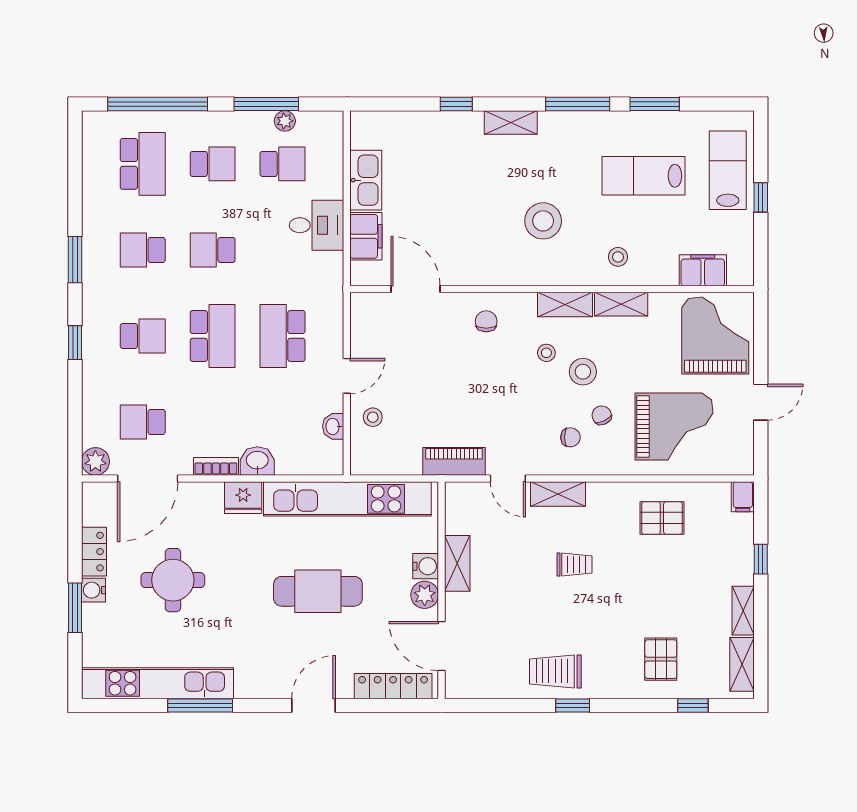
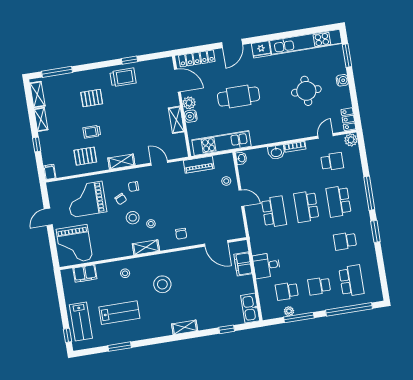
window: (456, 104) -> (227, 329), moved
window: (578, 104) -> (155, 341), removed
school desk: (143, 164) -> (351, 281), turned 180
kitchen sink: (366, 180) -> (250, 308), moved
window: (761, 197) -> (68, 335), moved
school desk: (143, 250) -> (345, 241), turned 180
school desk: (213, 250) -> (313, 246), removed
shelving: (621, 304) -> (120, 252), removed
school desk: (143, 336) -> (339, 201), width x1.85
window: (75, 343) -> (369, 193), width x2.17
door: (347, 376) -> (241, 198), swing flipped
washbasin: (333, 426) -> (241, 158), moved
piano: (454, 461) -> (199, 165), moved
door: (148, 478) -> (326, 136), width x0.53
shelving: (558, 494) -> (121, 162), moved
fridge: (243, 498) -> (261, 49), moved, turned 180
kitchen unit: (347, 499) -> (222, 143), width x0.73
locker: (94, 552) -> (348, 119), moved
trolley: (574, 564) -> (92, 132), moved
window: (75, 608) -> (347, 56), moved
pallet: (661, 659) -> (92, 98), moved, turned 90
window: (200, 706) -> (284, 35), removed
window: (573, 706) -> (130, 60), moved
window: (693, 706) -> (57, 72), width x2.17

